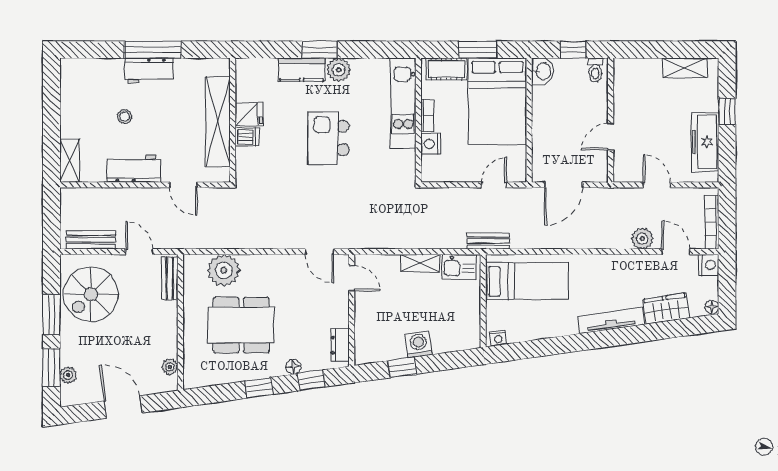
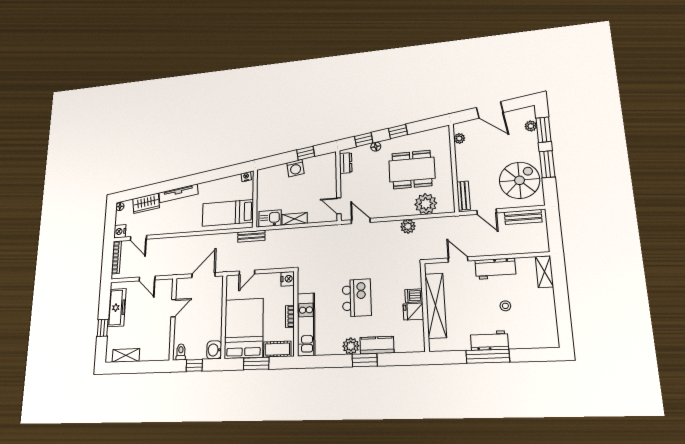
nightstand: (431, 144) -> (288, 279), moved
plant: (642, 238) -> (408, 226), moved

